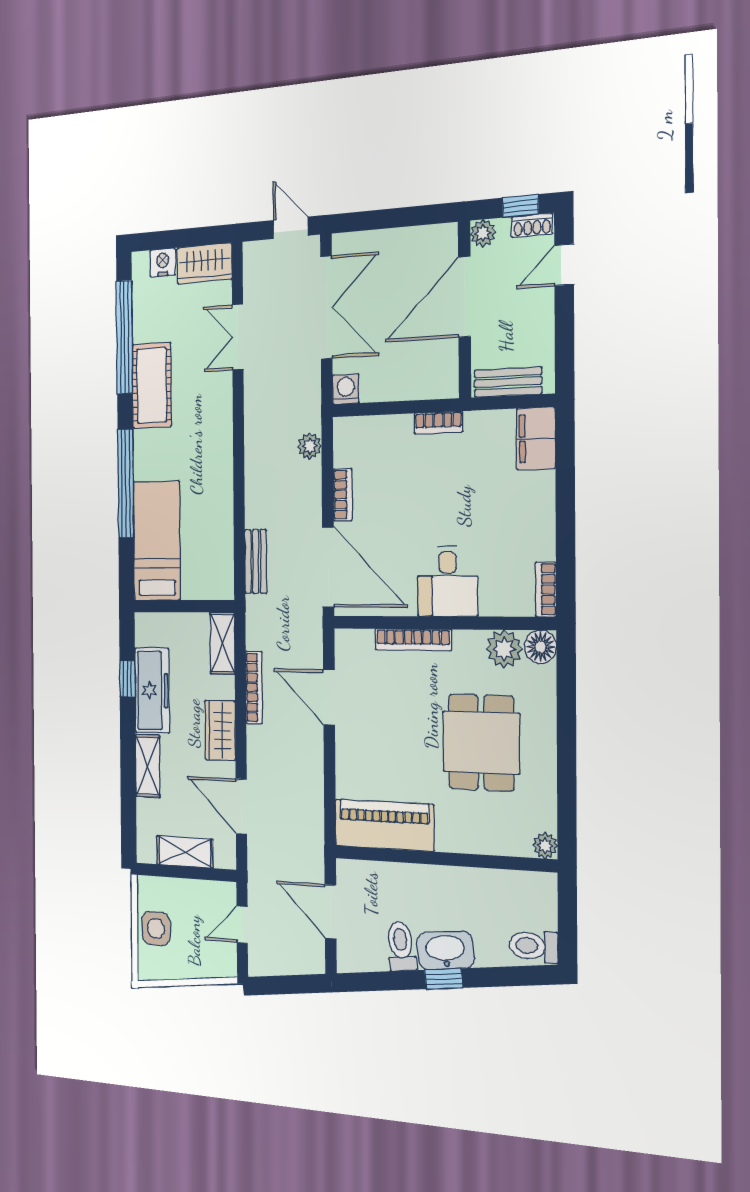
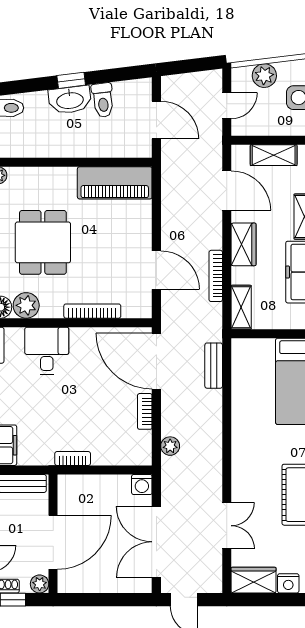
desk: (448, 582) -> (47, 351), moved
plant: (197, 962) -> (264, 76), added

